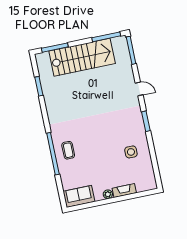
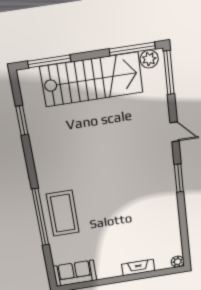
plant: (117, 42) -> (149, 59), added
coffee table: (68, 150) -> (63, 213), width x1.86, depth x1.72
side table: (131, 152) -> (153, 219), removed
plant: (108, 194) -> (178, 262), moved

